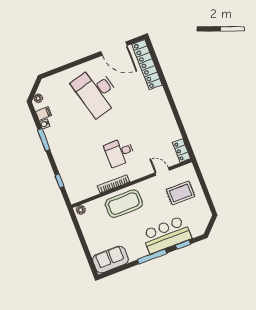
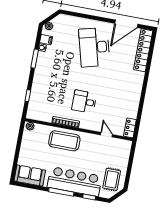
door: (114, 49) -> (126, 24), hinge flipped
rug: (181, 193) -> (112, 179), moved, turned 90
bar counter: (167, 235) -> (75, 182), width x1.36

